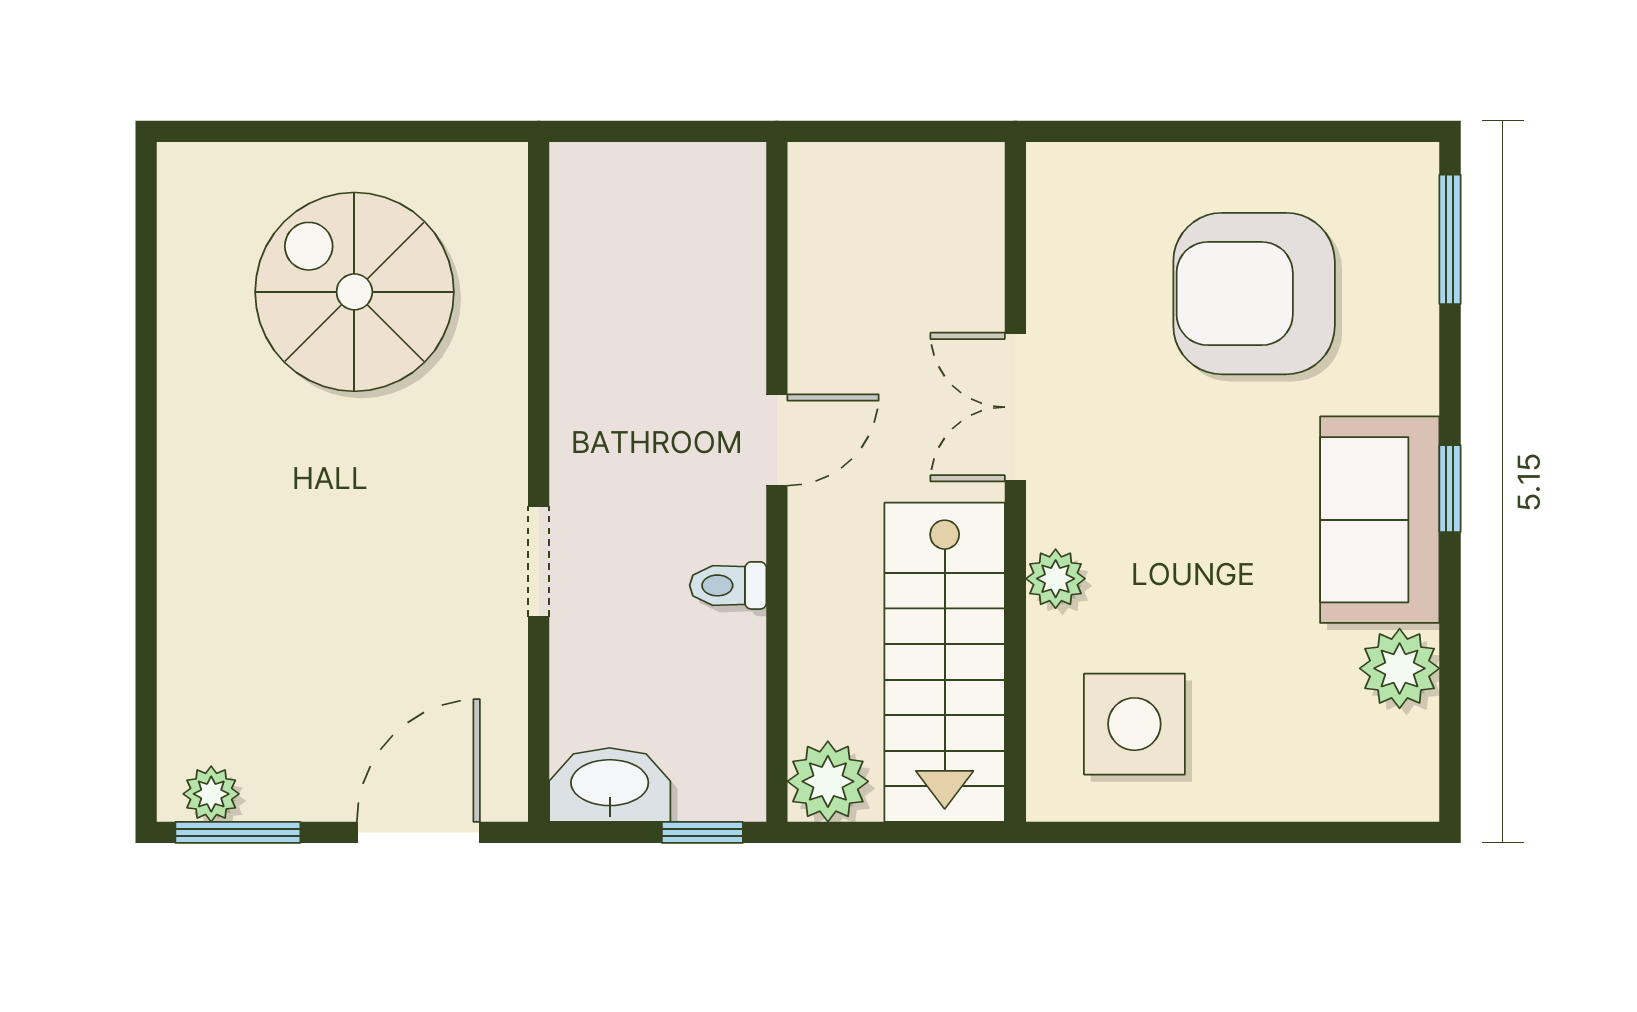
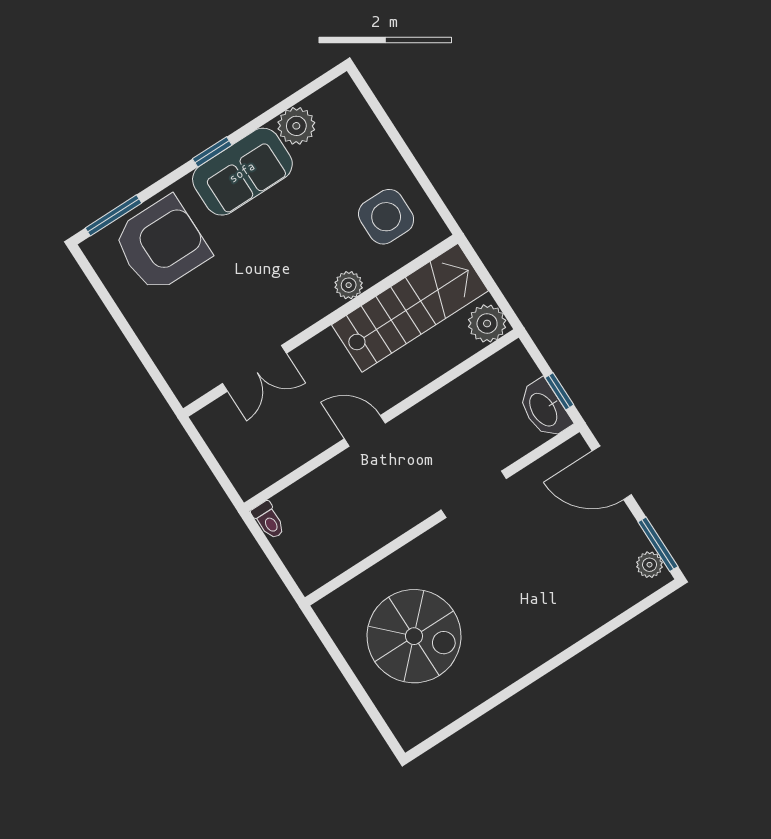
spiral stairs: (354, 292) -> (414, 636), turned -90
armchair: (1254, 294) -> (161, 244), moved, turned -90
double door: (1015, 407) -> (254, 368), moved
doorway: (539, 562) -> (474, 494), width x1.38
toilet: (728, 585) -> (268, 520), moved
window: (702, 832) -> (559, 391), moved

